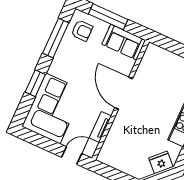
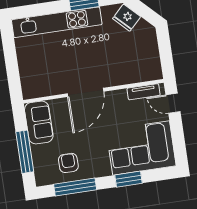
armchair: (82, 31) -> (68, 163), moved
tv unit: (100, 127) -> (144, 92), moved

